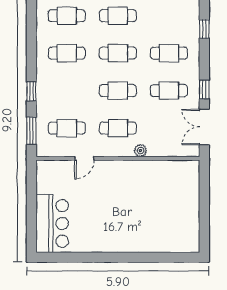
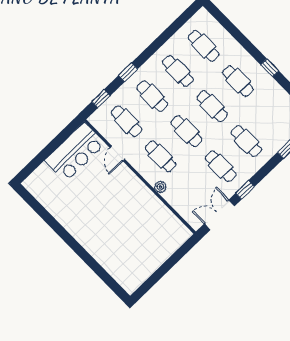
cafe table: (67, 91) -> (152, 96), added
window: (31, 131) -> (101, 99), width x0.67
door: (84, 158) -> (117, 154), hinge flipped
bar counter: (52, 223) -> (75, 152), moved

